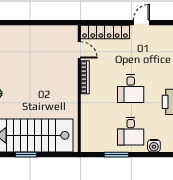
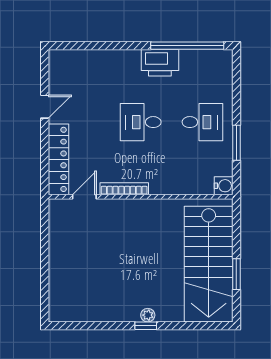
door: (141, 23) -> (45, 107), swing flipped
desk: (131, 89) -> (141, 122), turned 180
water cooler: (154, 146) -> (224, 186), moved

